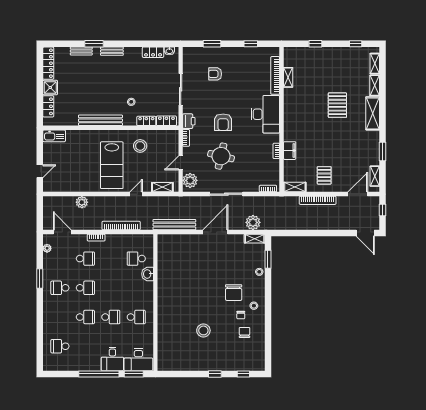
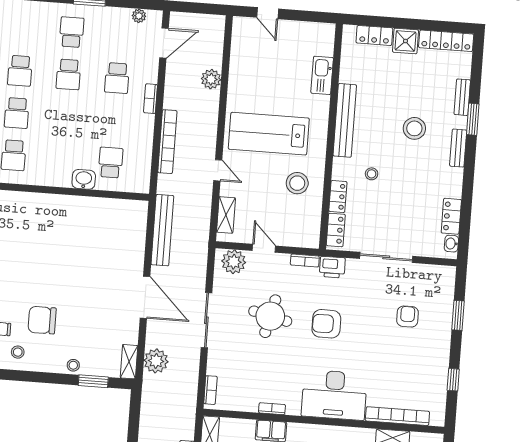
stool: (102, 78) -> (414, 128), added
kitchen sink: (54, 136) -> (322, 75), moved

